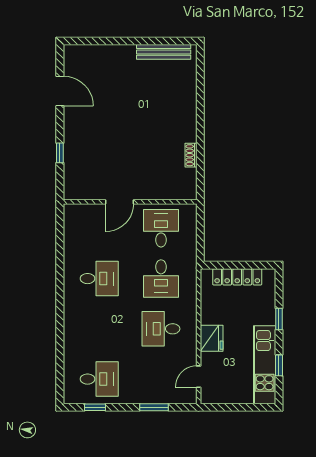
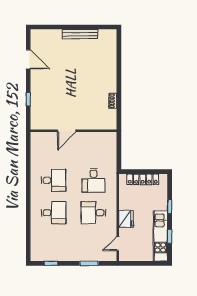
bench: (164, 52) -> (80, 34), moved
desk: (161, 228) -> (93, 148), removed
desk: (99, 379) -> (54, 213), moved

